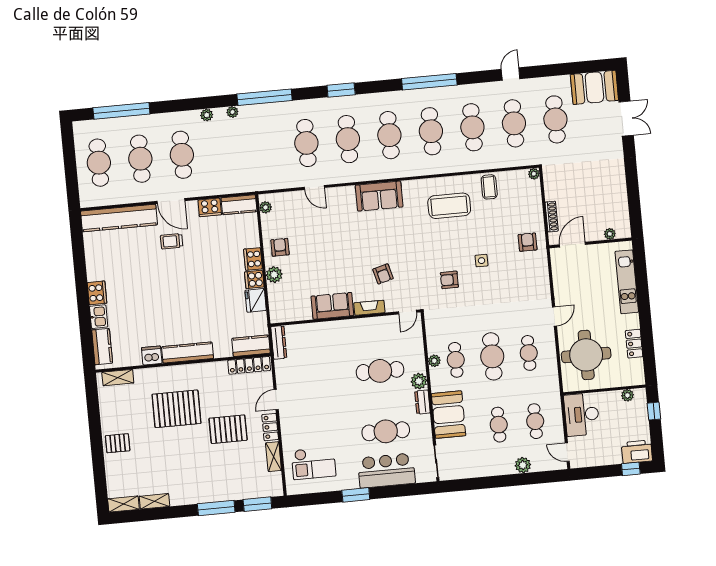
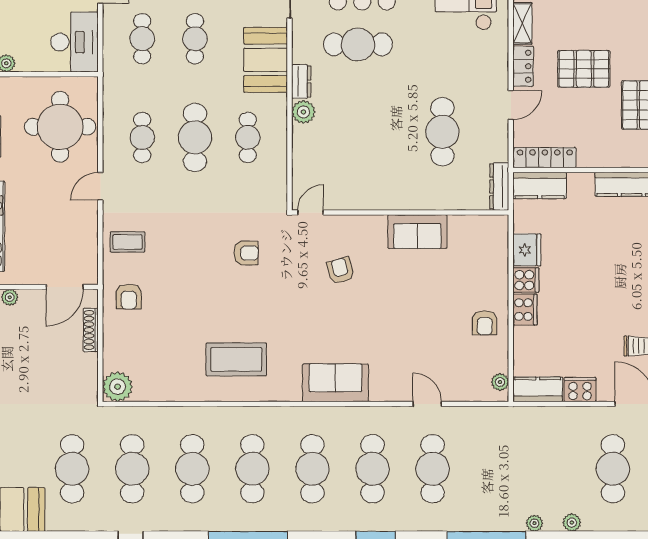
plant: (534, 174) -> (118, 387), width x1.88, depth x1.88
coffee table: (489, 187) -> (128, 242), moved, turned 90
side table: (482, 261) -> (197, 276), removed
plant: (274, 275) -> (497, 284), removed
fireplace: (369, 308) -> (365, 224), removed
plant: (434, 361) -> (279, 139), removed
cafe table: (380, 371) -> (442, 132), moved, turned 90

